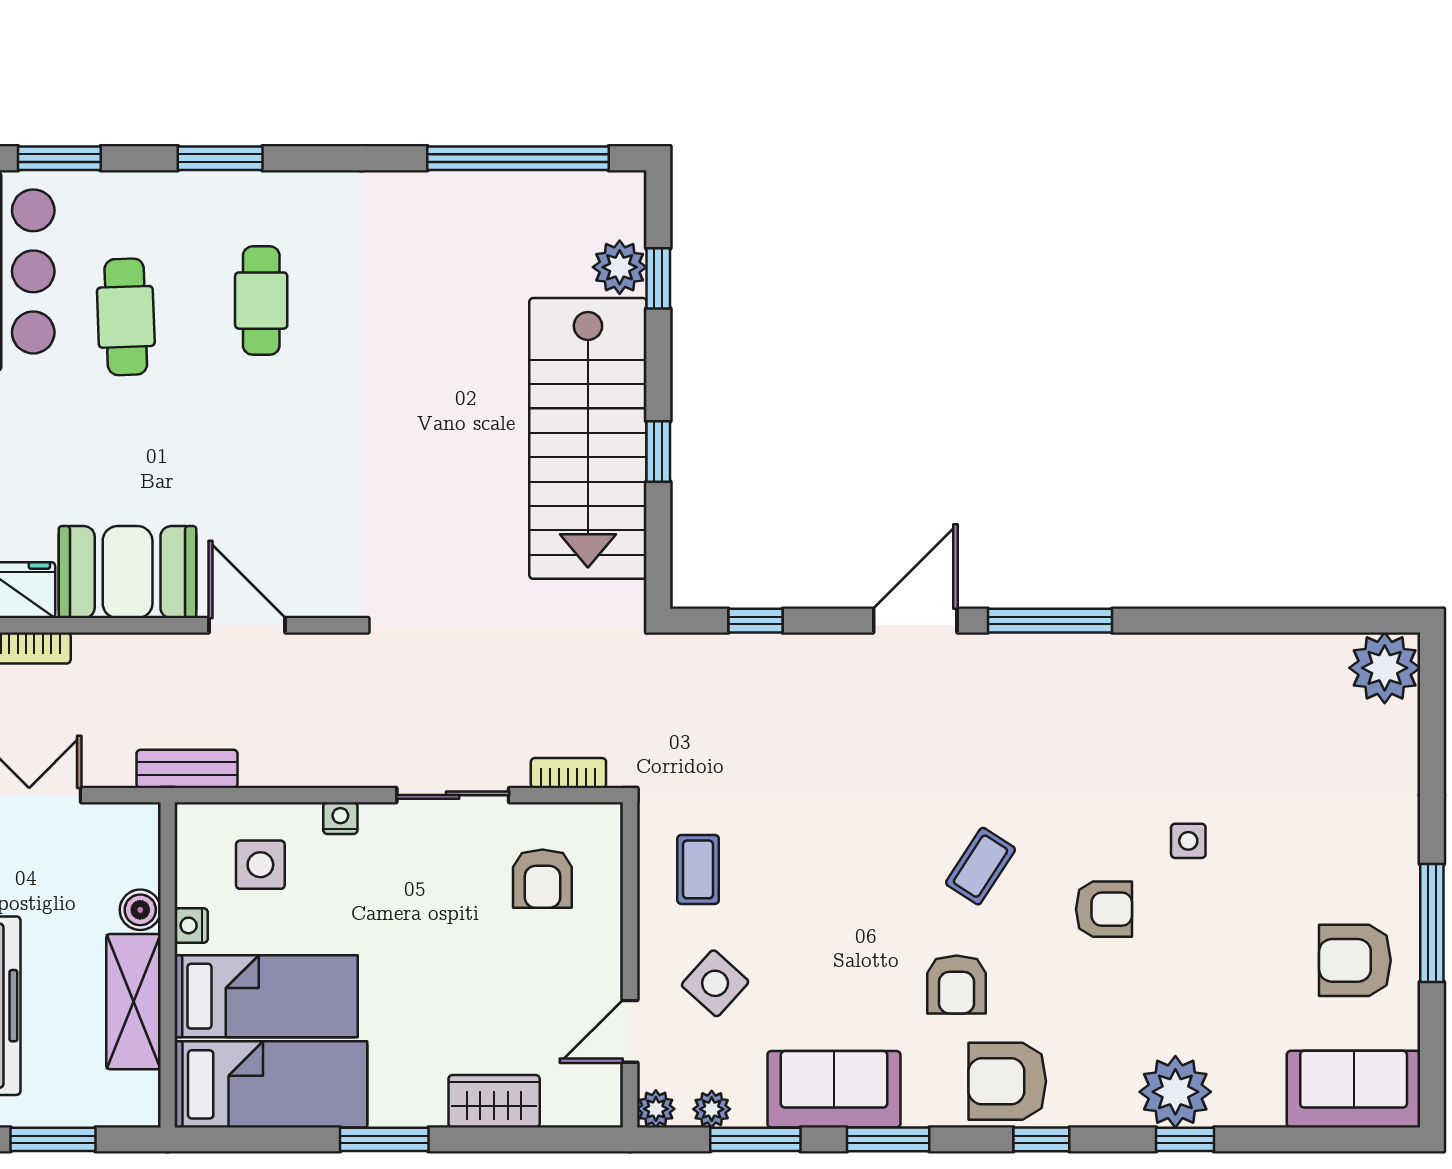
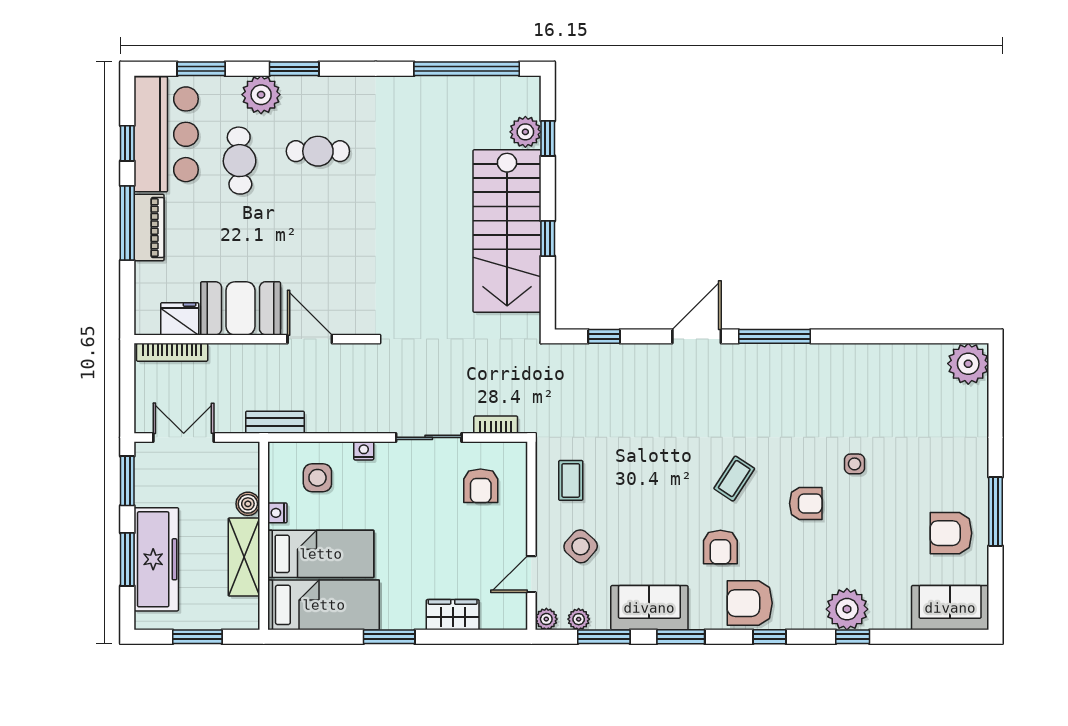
plant: (163, 203) -> (261, 95), added
cafe table: (261, 301) -> (318, 151), turned 90

